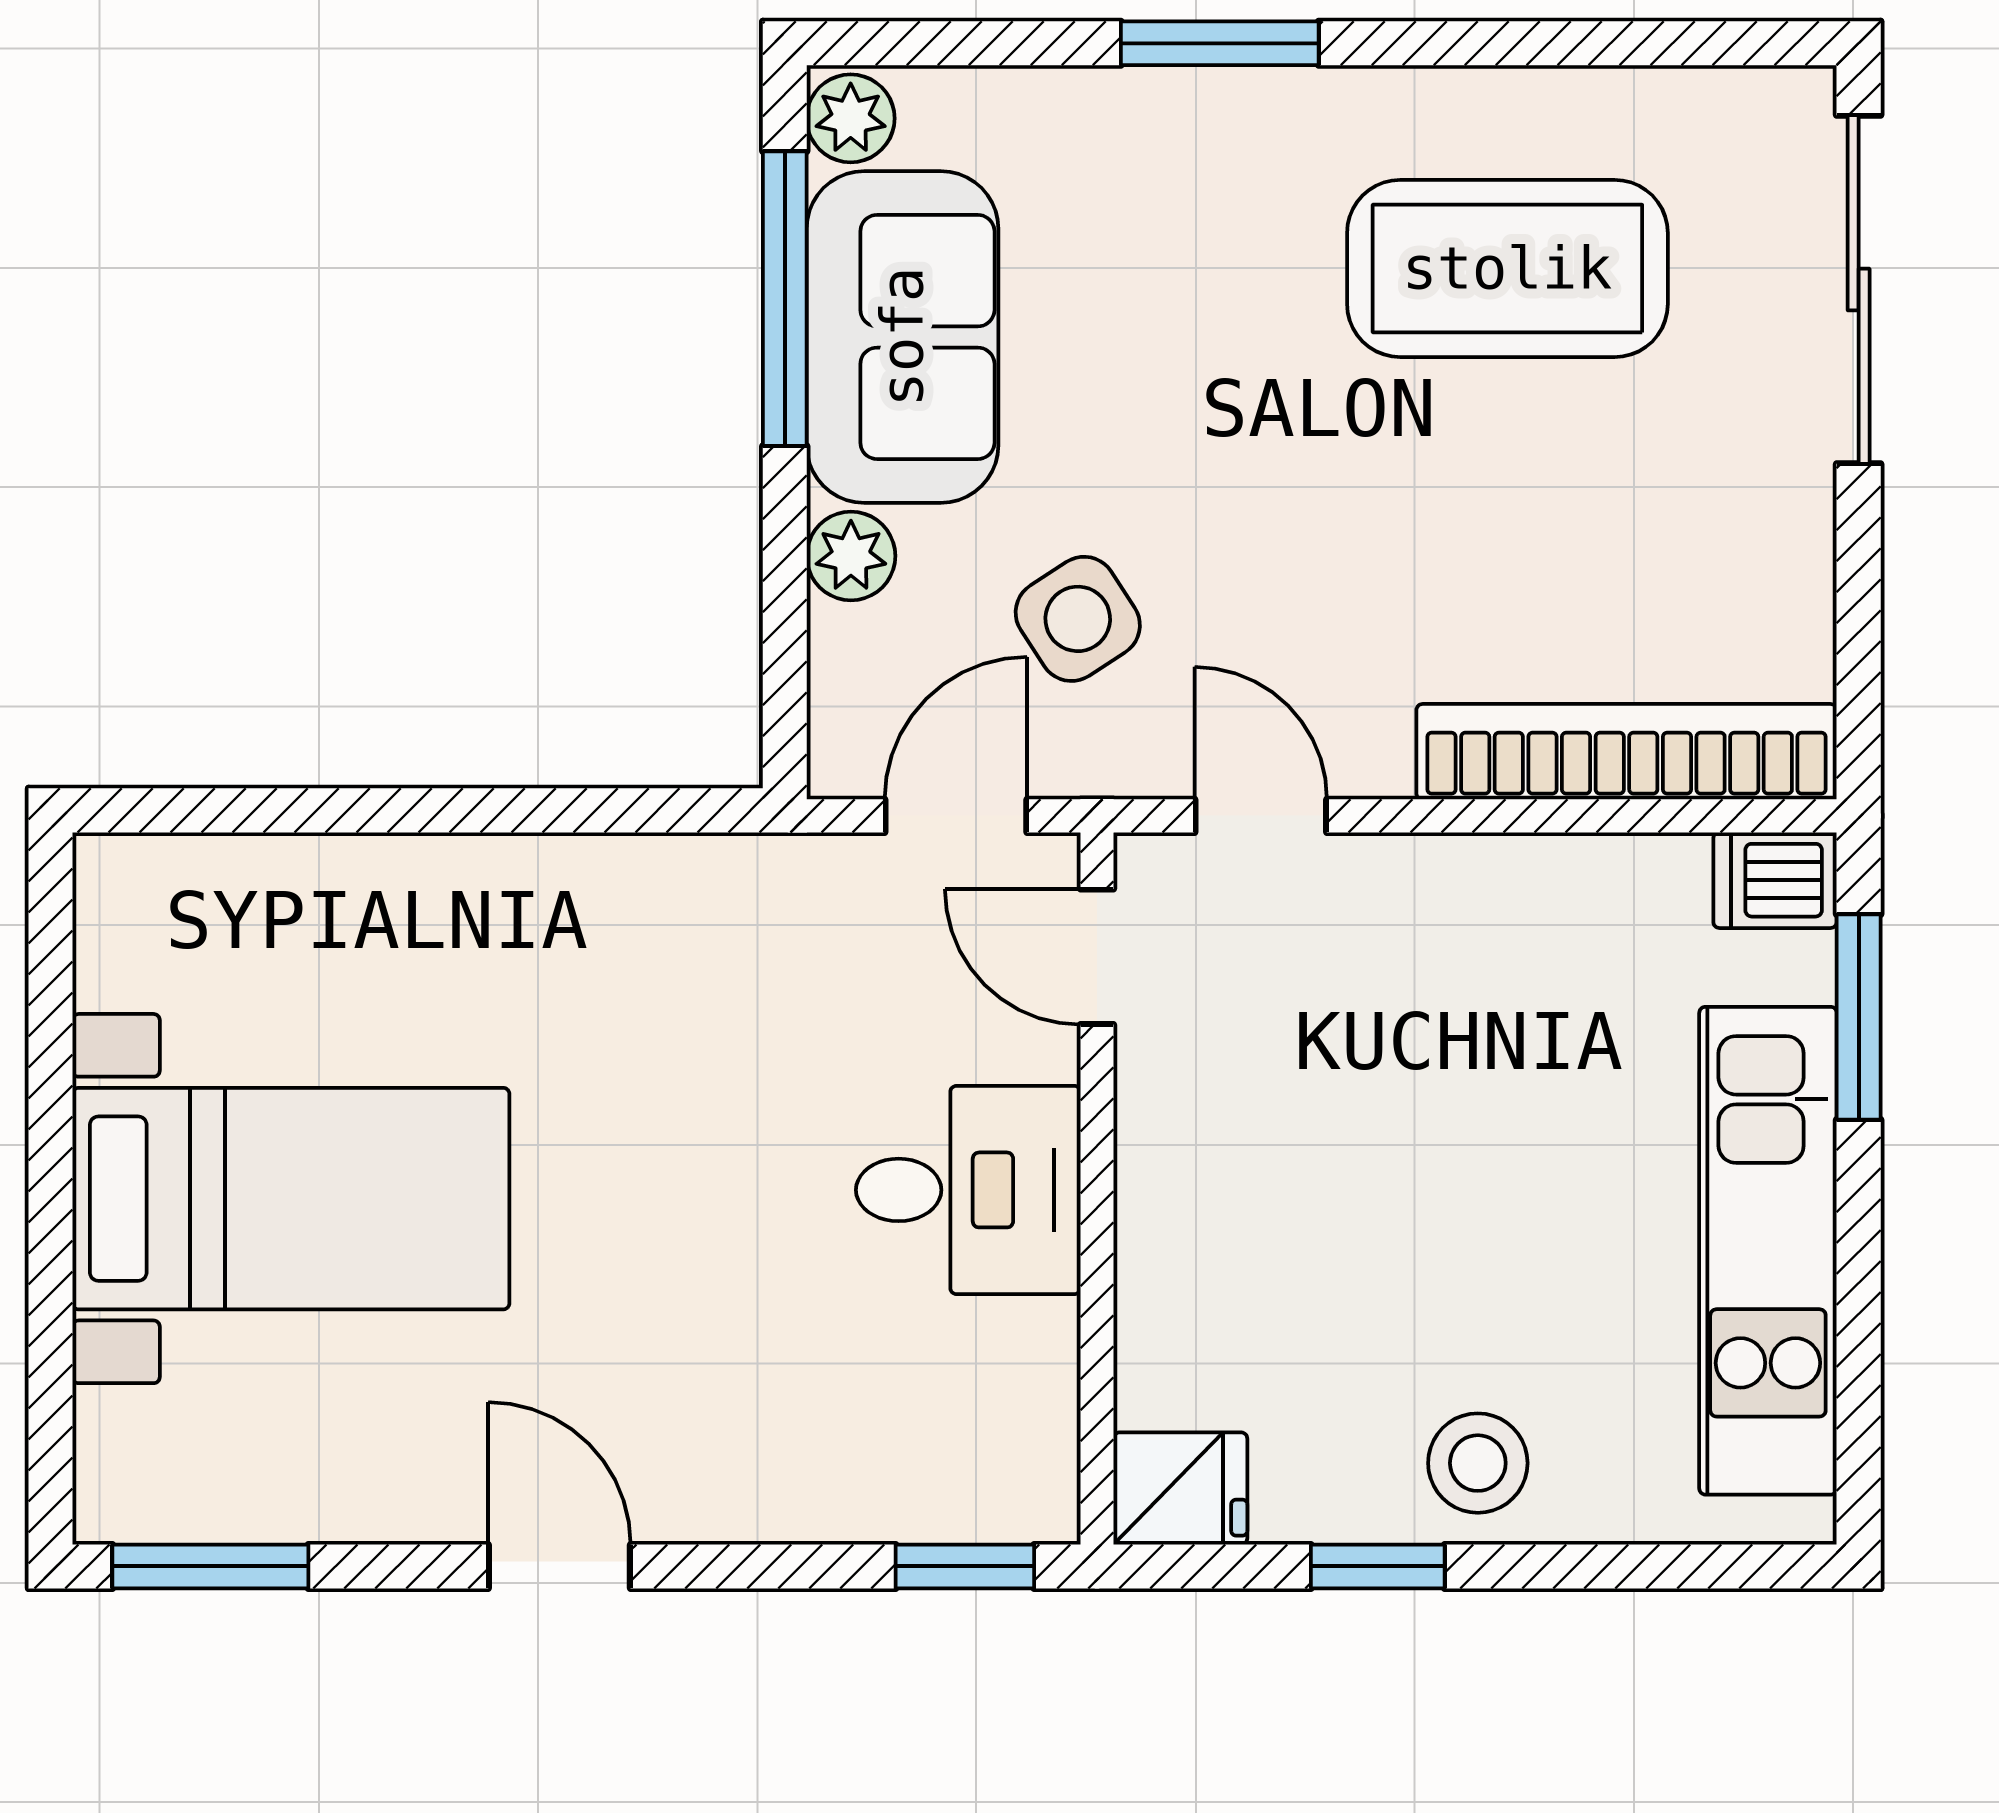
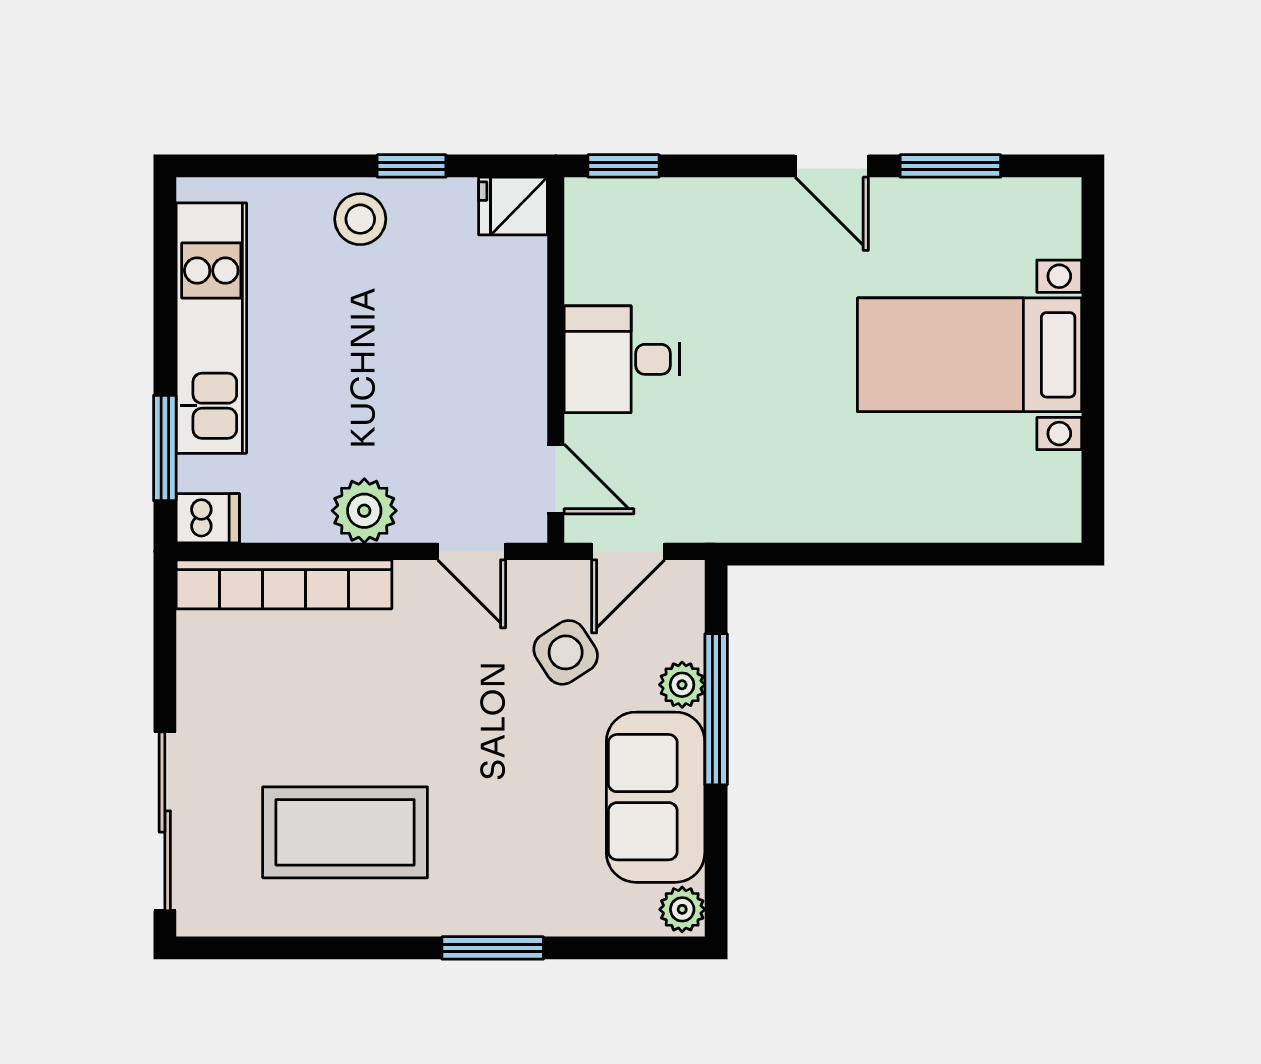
window: (785, 299) -> (716, 709), moved
plant: (1470, 895) -> (364, 511), added
window: (210, 1566) -> (950, 166), moved

